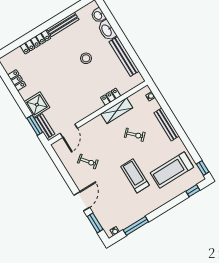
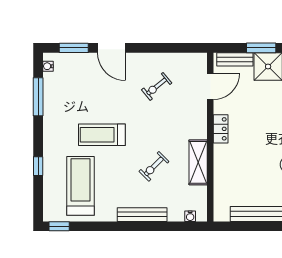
locker: (111, 97) -> (221, 129), moved
window: (35, 125) -> (261, 48), moved
door: (69, 131) -> (210, 86), swing flipped
treadmill: (135, 176) -> (102, 135), turned 180
window: (193, 191) -> (38, 166), moved

